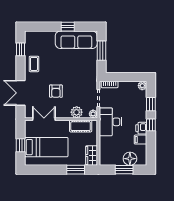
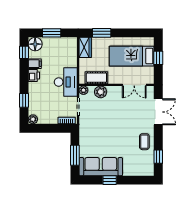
armchair: (56, 91) -> (122, 114), removed
window: (151, 125) -> (24, 52), moved
floor lamp: (130, 159) -> (35, 44), moved

